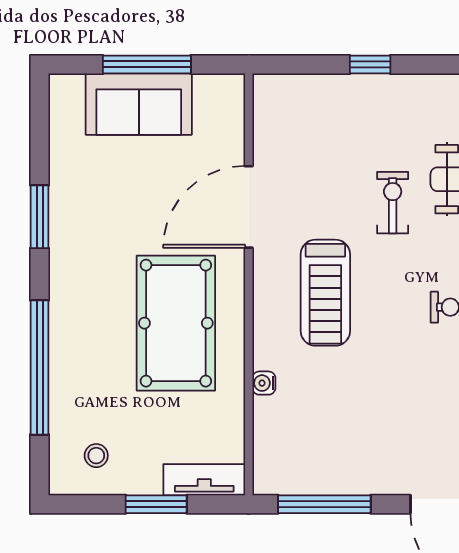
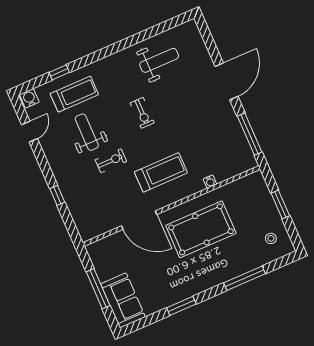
sofa: (139, 104) -> (123, 300), moved
exercise bike: (393, 203) -> (111, 161), turned 180
window: (40, 367) -> (244, 278), width x0.68
tv unit: (204, 480) -> (261, 189), removed

